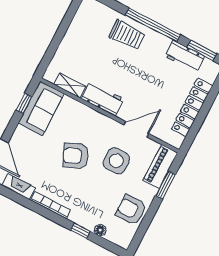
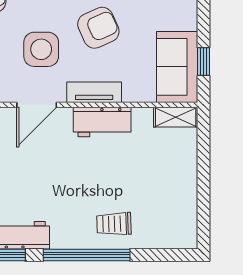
trolley: (127, 35) -> (114, 224), width x0.73, depth x0.72
shelving: (70, 85) -> (176, 117), moved
tv unit: (98, 119) -> (94, 92), added

